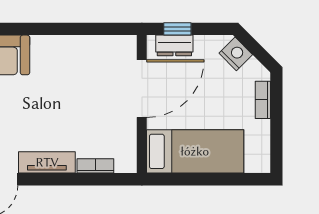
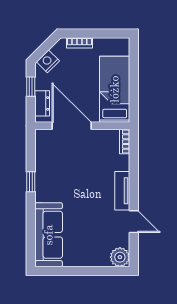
window: (60, 29) -> (31, 182), added
window: (177, 29) -> (31, 87), moved
bookcase: (95, 166) -> (125, 142), moved

